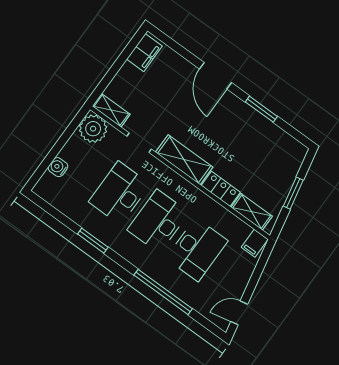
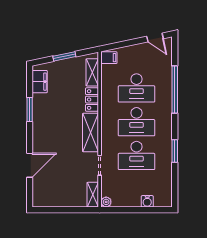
filing cabinet: (144, 53) -> (40, 82), moved, turned 90
door: (216, 76) -> (30, 165), moved
plant: (93, 129) -> (106, 202), width x0.53, depth x0.53
desk: (197, 250) -> (136, 88), turned 180

